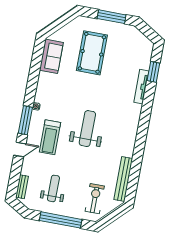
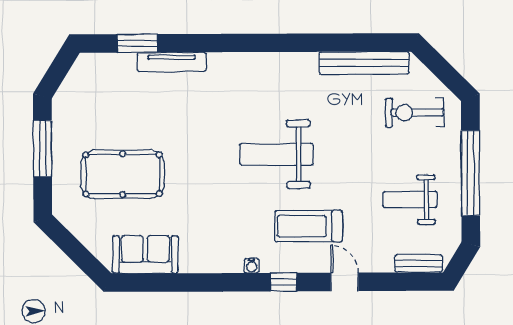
window: (25, 120) -> (284, 282), width x0.46
treadmill: (50, 137) -> (309, 226), turned 180

